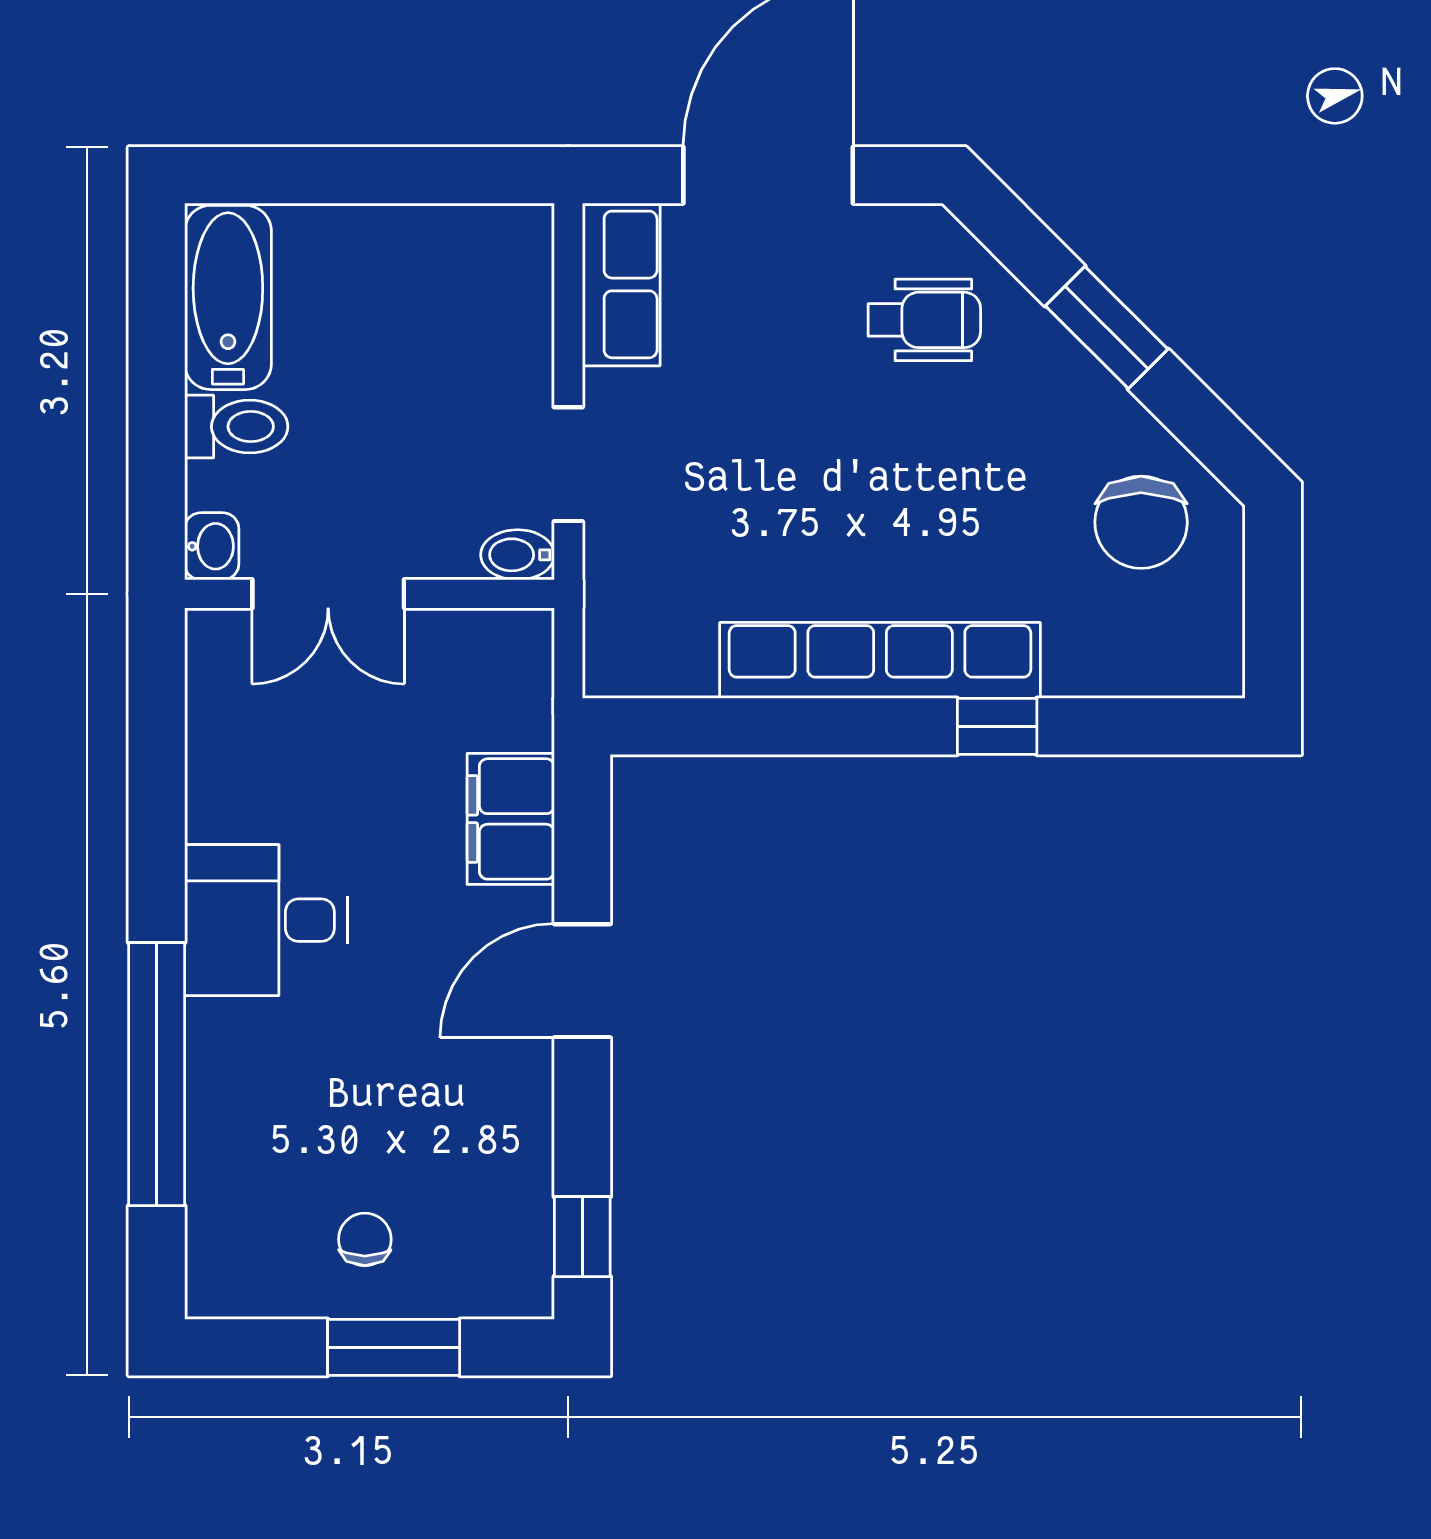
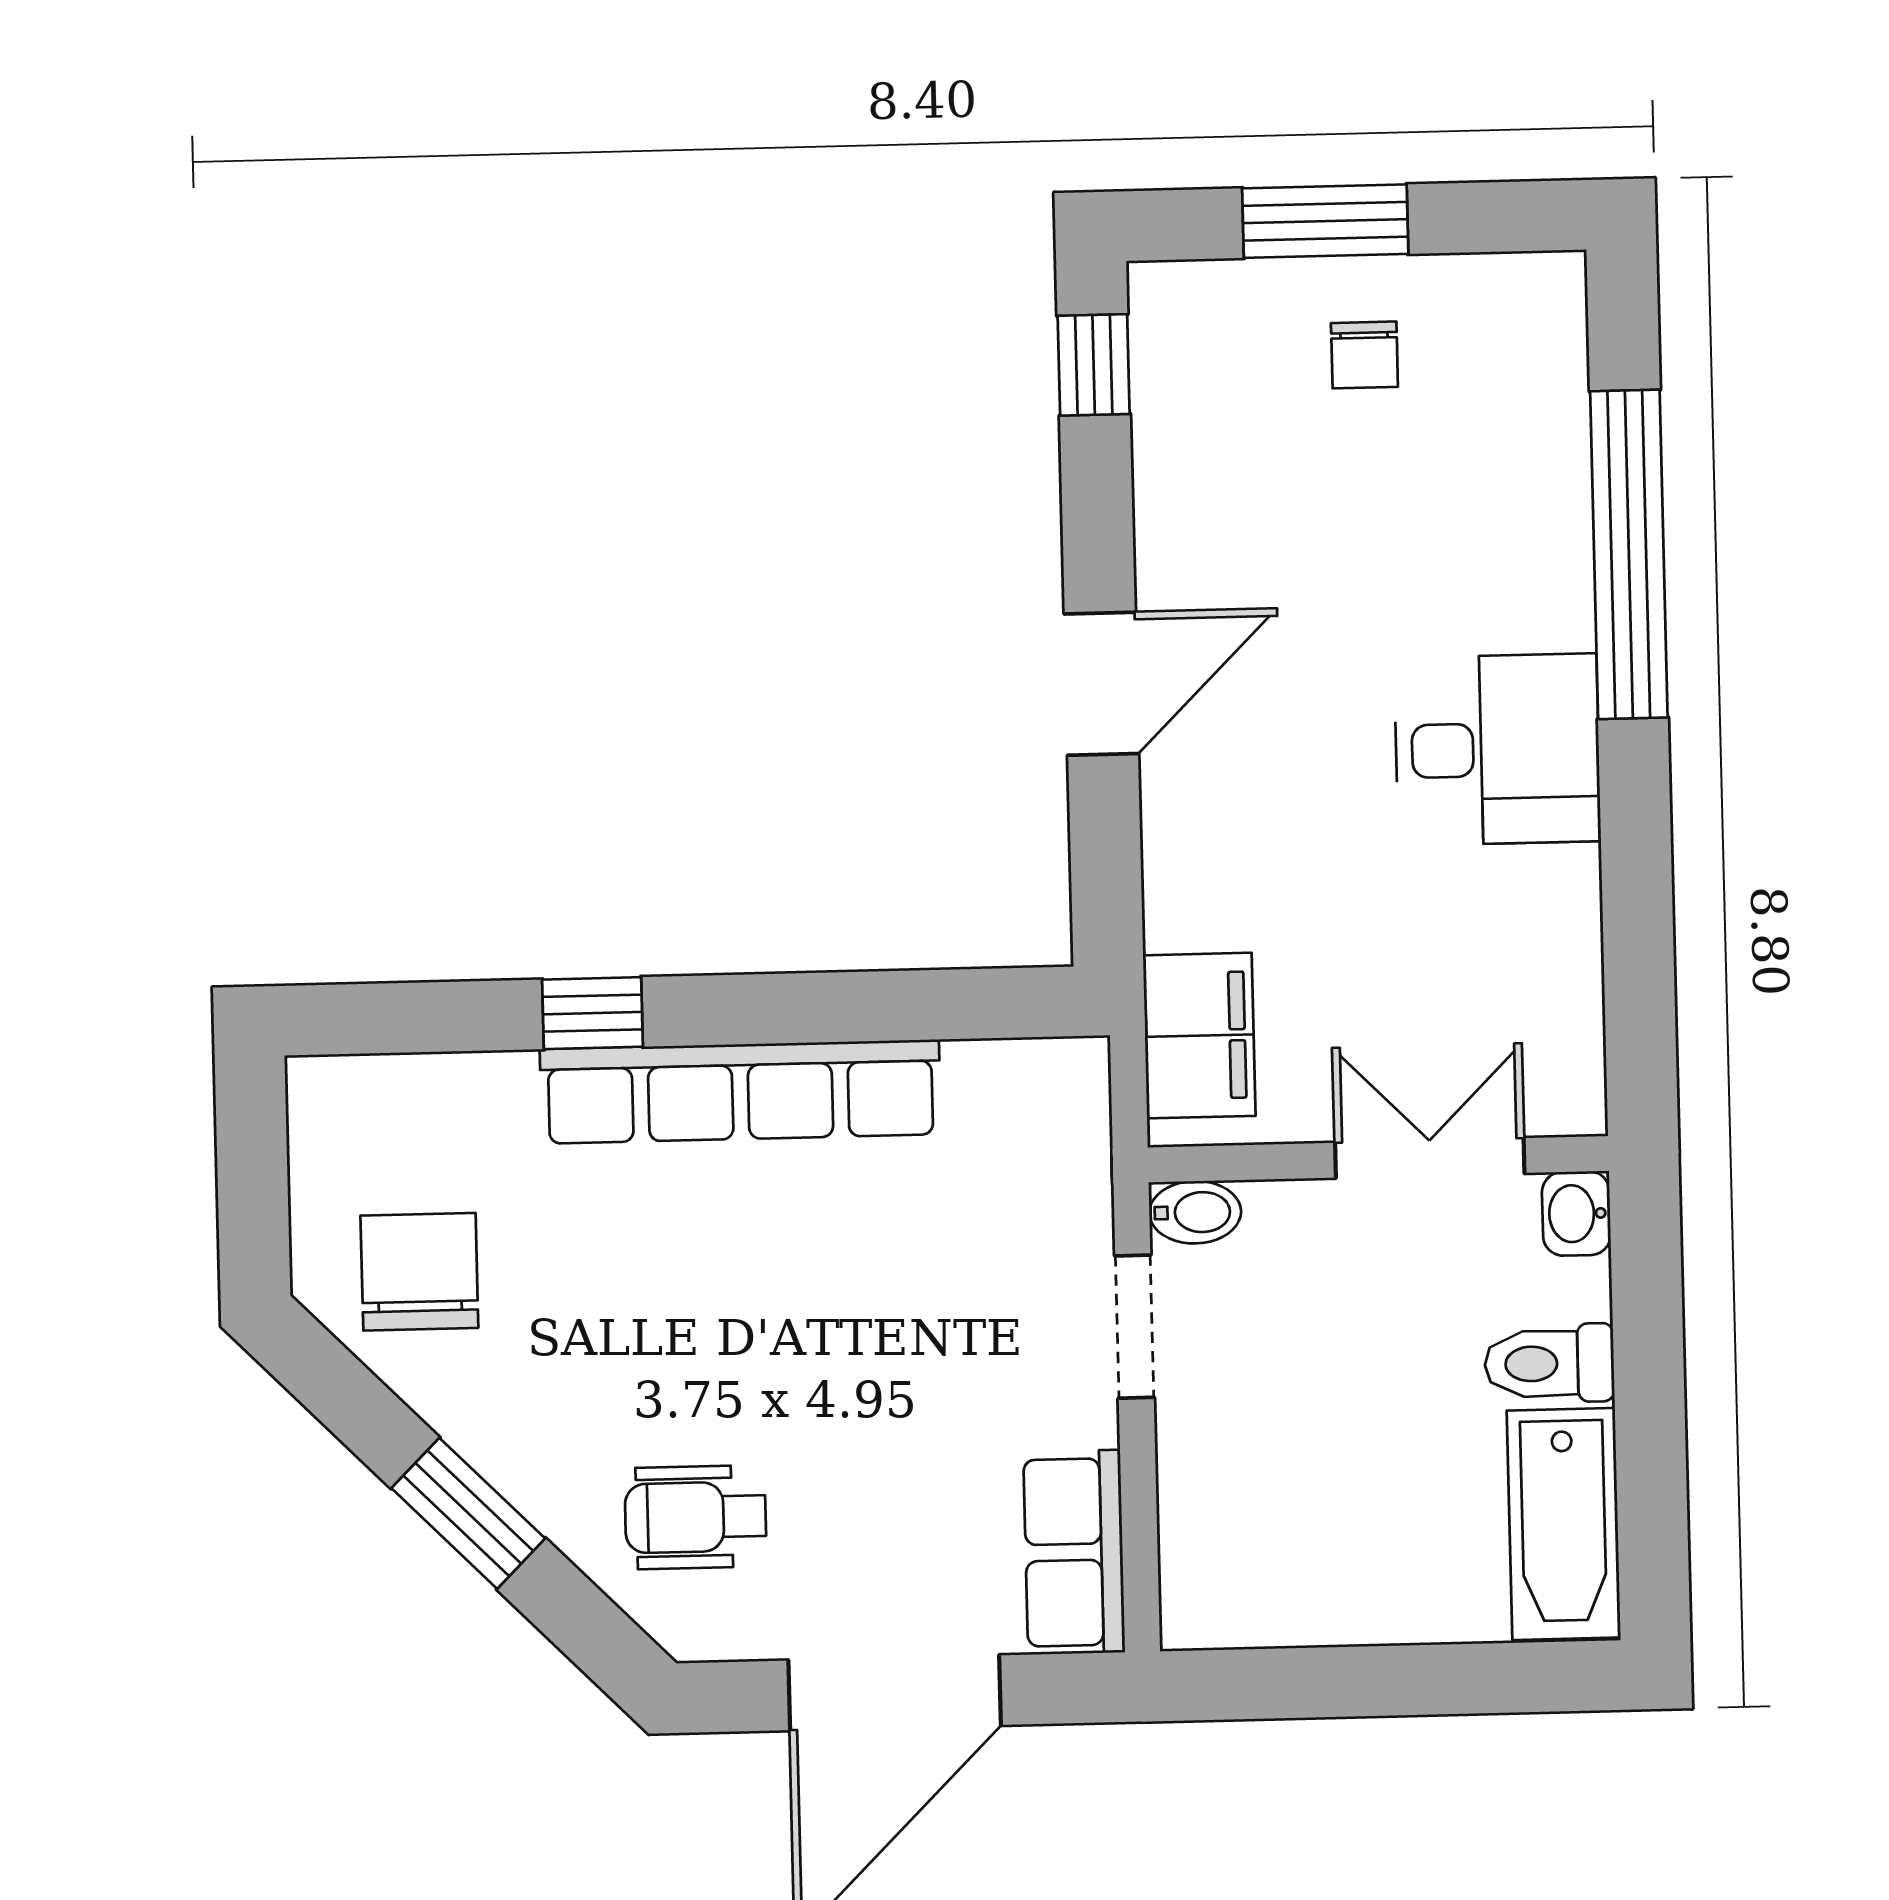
filing cabinet: (511, 819) -> (1199, 1036), moved

